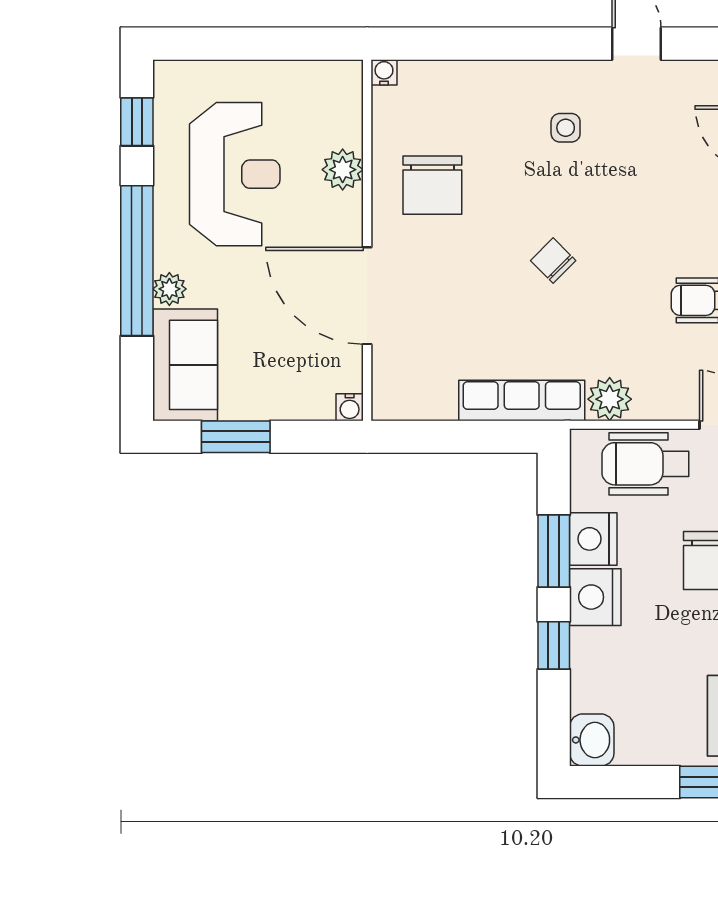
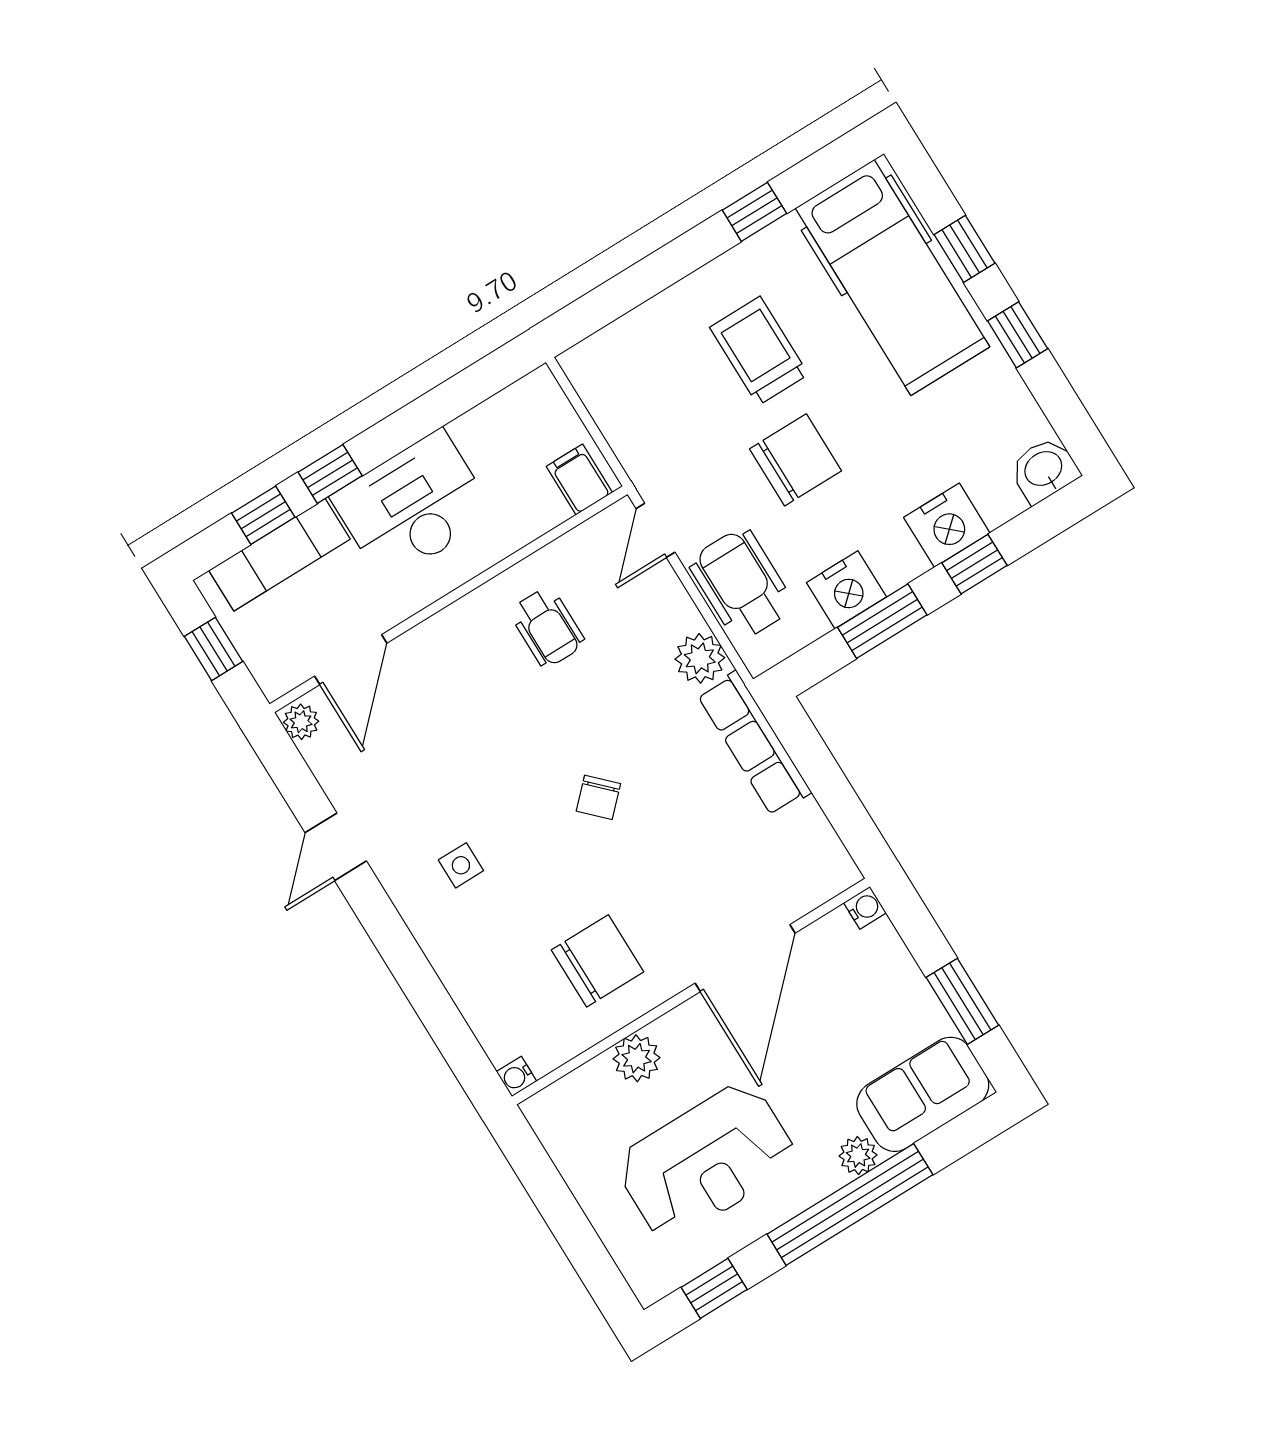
reception desk: (235, 174) -> (706, 1161), turned 180
wheelchair: (645, 464) -> (742, 584), turned 180
nightstand: (595, 597) -> (947, 525), moved

